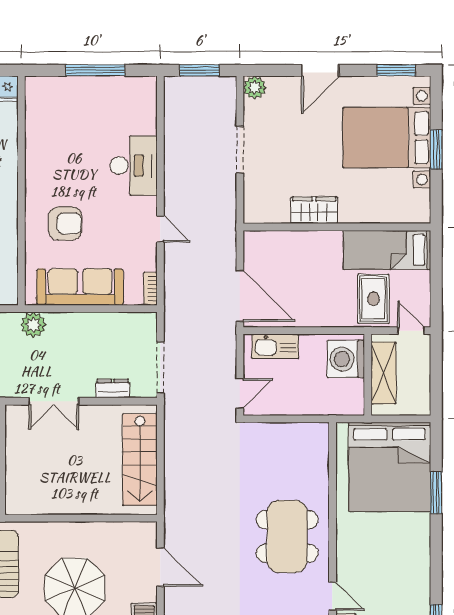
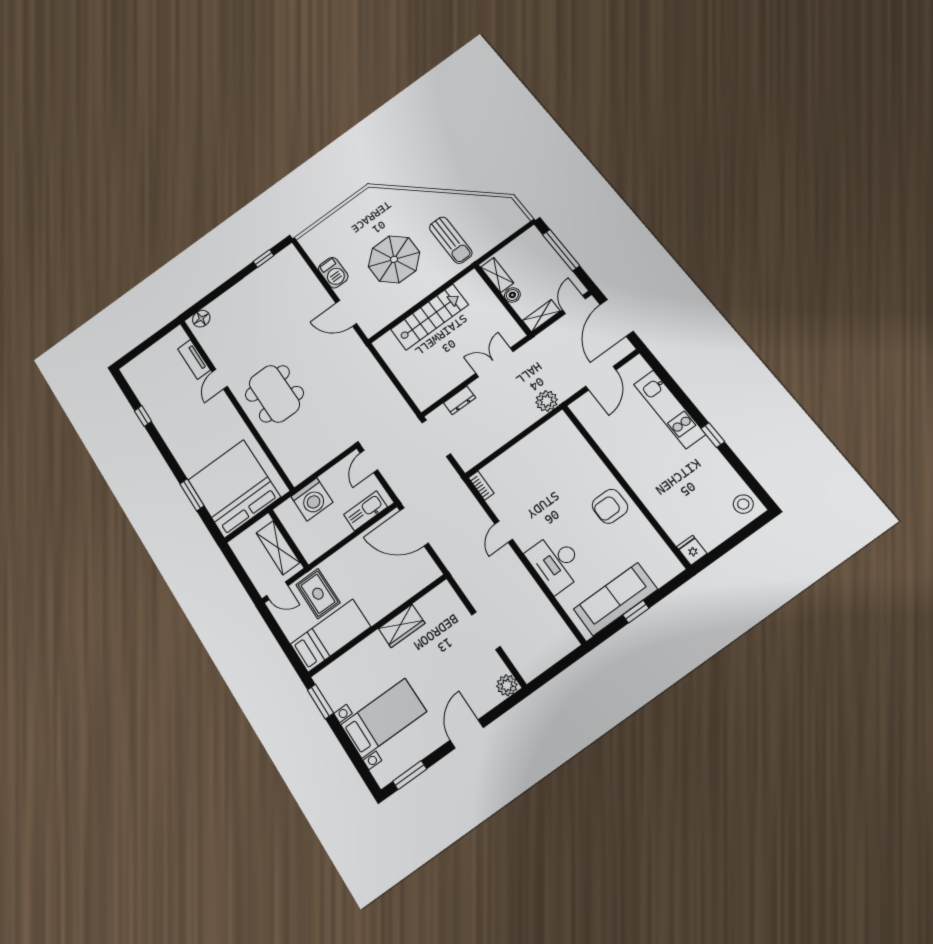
window: (95, 70) -> (636, 612), width x0.46
window: (199, 70) -> (558, 668), removed
bed with nightstands: (387, 138) -> (383, 718), width x0.73
window: (436, 150) -> (320, 701), moved
armchair: (65, 224) -> (610, 506), moved
door: (160, 229) -> (504, 532), hinge flipped
sofa: (80, 287) -> (615, 599), moved, turned 180
washing machine: (346, 359) -> (312, 499), moved, turned 90
stairs: (140, 460) -> (430, 317), moved, turned 90
door: (332, 596) -> (220, 379), hinge flipped

